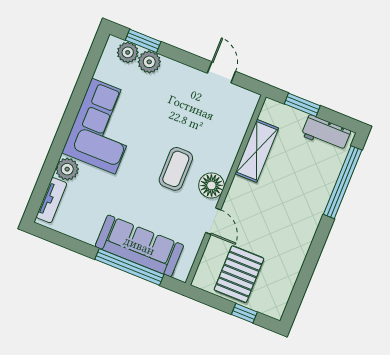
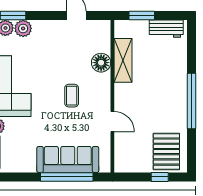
coffee table: (176, 169) -> (72, 96), width x0.73, depth x0.77
window: (343, 182) -> (192, 101), moved
floor lamp: (211, 185) -> (101, 63), moved
pallet: (239, 274) -> (166, 152), moved

